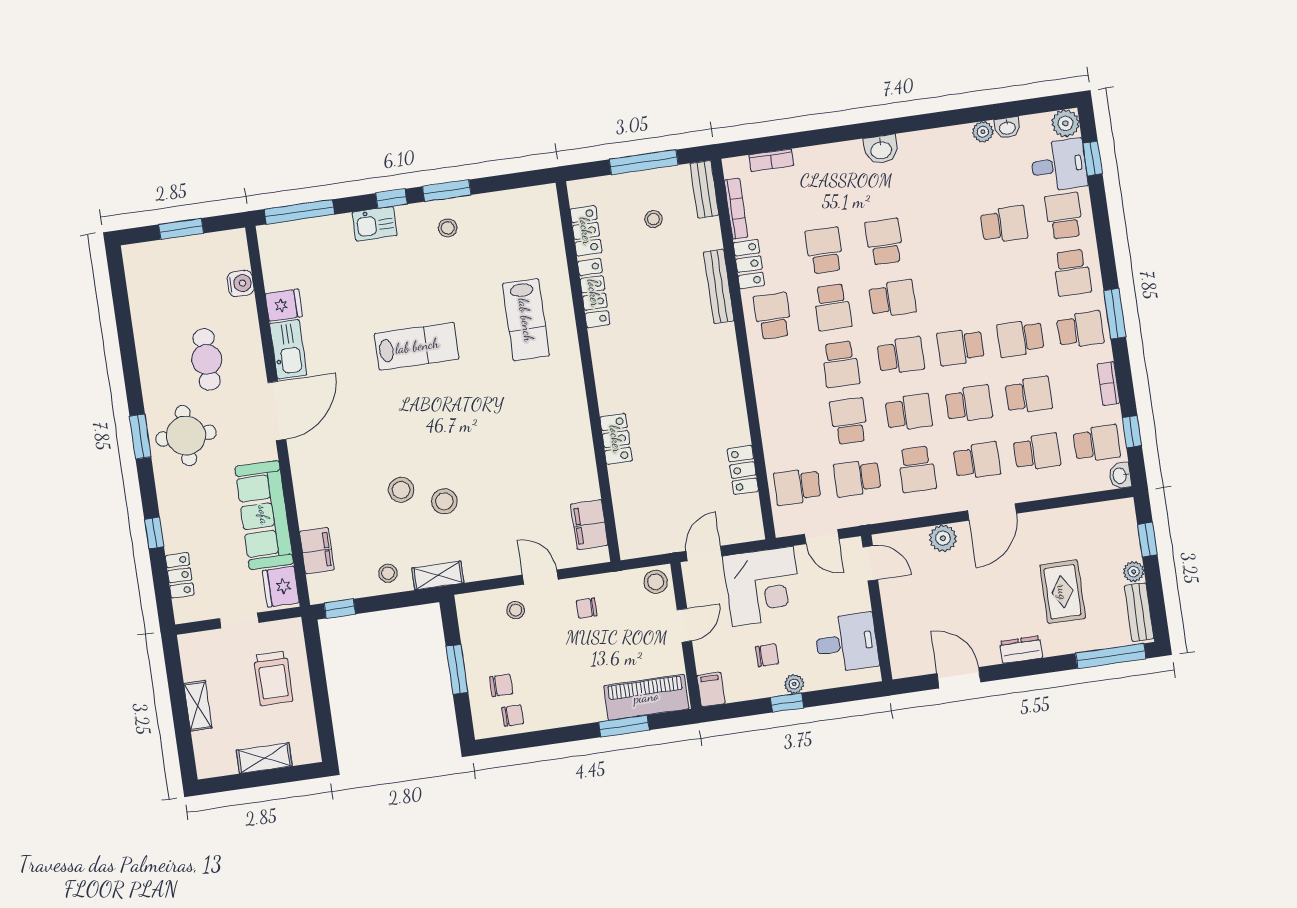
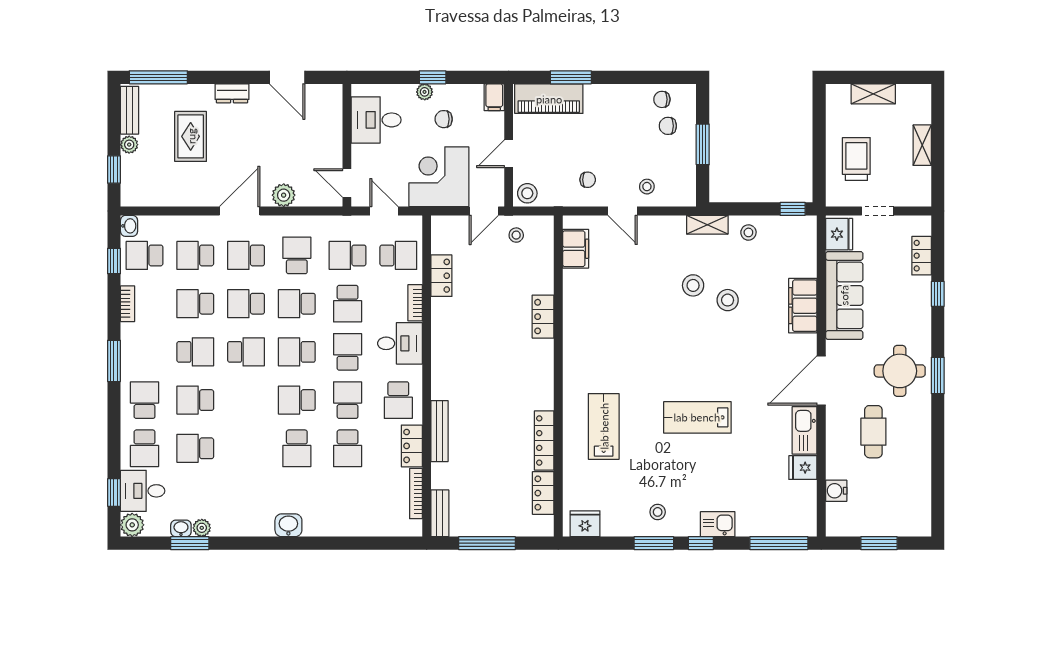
window: (994, 112) -> (190, 543), added
bookcase: (771, 160) -> (415, 303), moved, turned -90
fridge: (531, 202) -> (585, 524), added
stool: (653, 219) -> (516, 235), moved
school desk: (1080, 330) -> (195, 400), moved
desk: (780, 383) -> (400, 343), added
school desk: (857, 478) -> (348, 255), turned 180
filing cabinet: (317, 551) -> (803, 306), moved, width x1.50, depth x1.17

